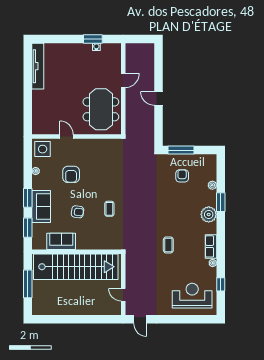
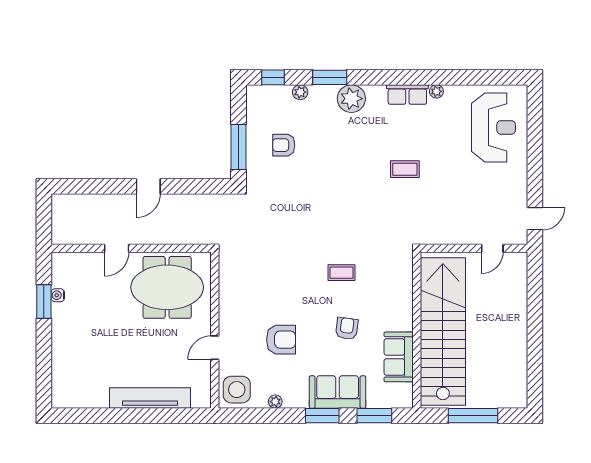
tv unit: (38, 66) -> (150, 398), moved
door: (123, 80) -> (117, 248), swing flipped
window: (221, 284) -> (273, 77), moved
reception desk: (192, 296) -> (493, 127), turned 180

